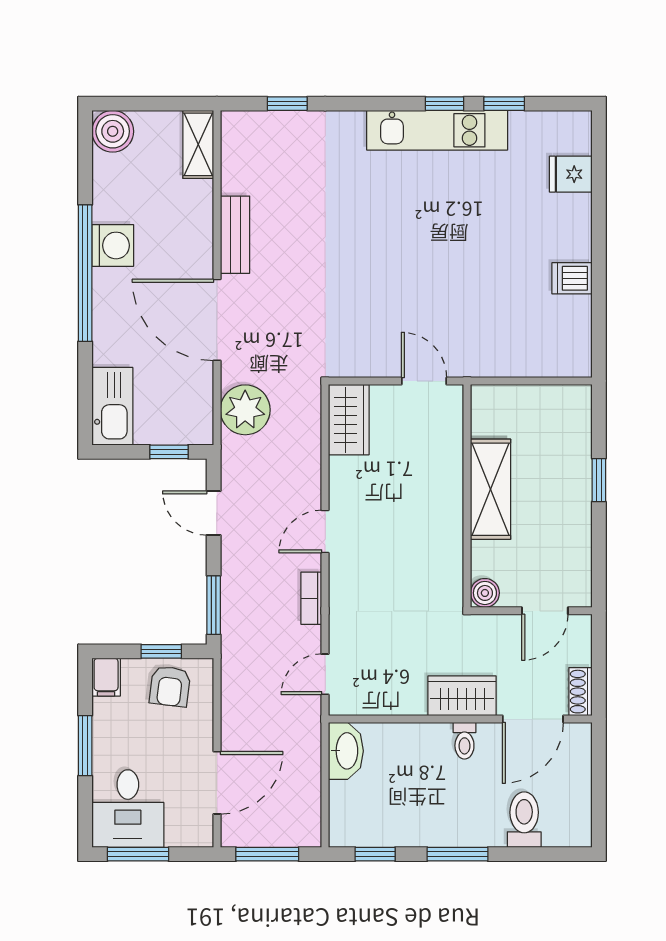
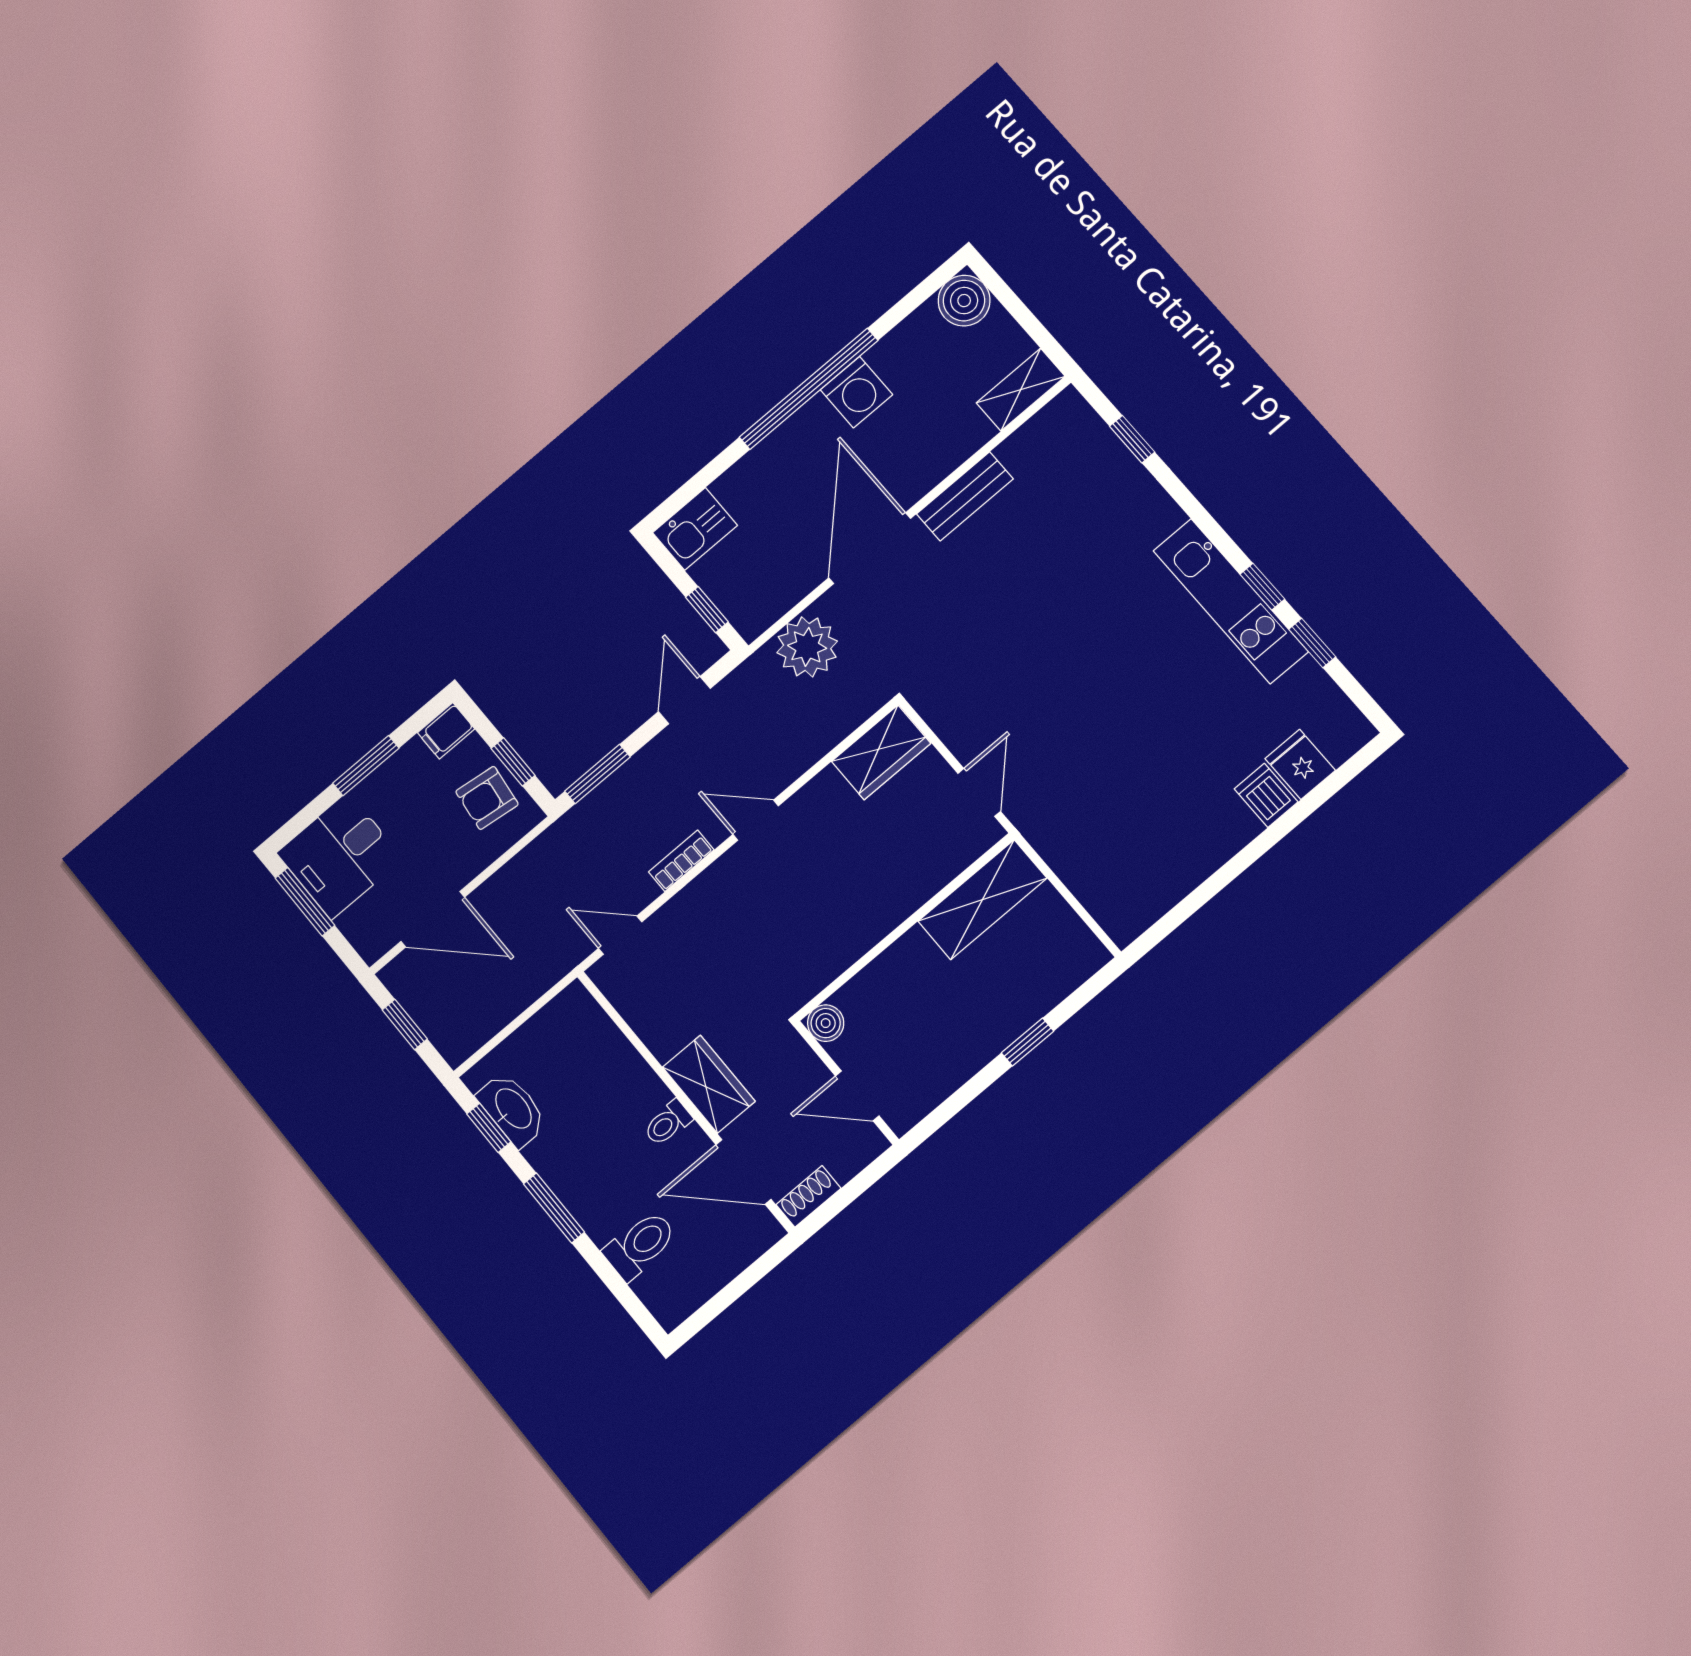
dishwasher: (572, 278) -> (1266, 795), moved
kitchen sink: (112, 406) -> (695, 529), width x0.73
shelving: (491, 489) -> (982, 900), moved
washbasin: (346, 751) -> (512, 1109), moved, turned -90
window: (267, 854) -> (405, 1024), width x0.67

